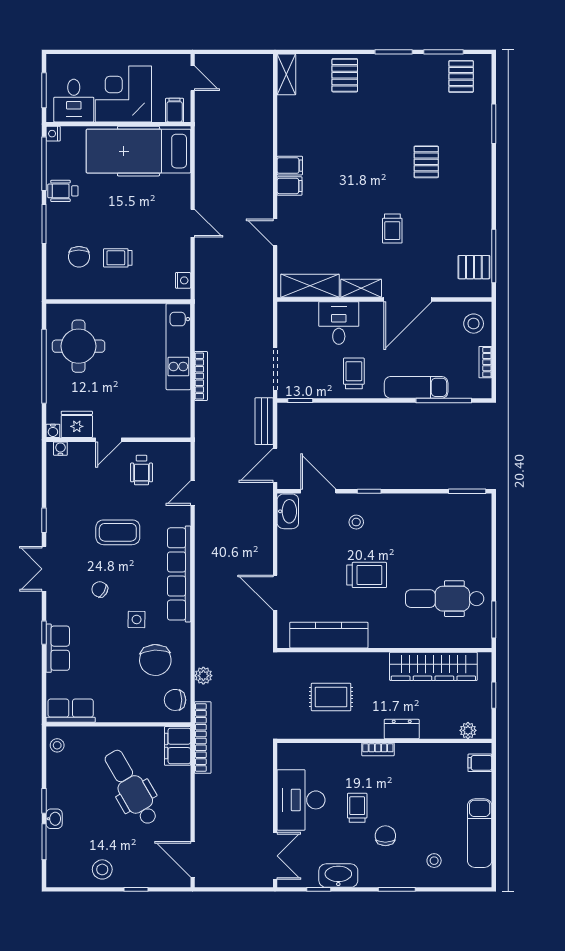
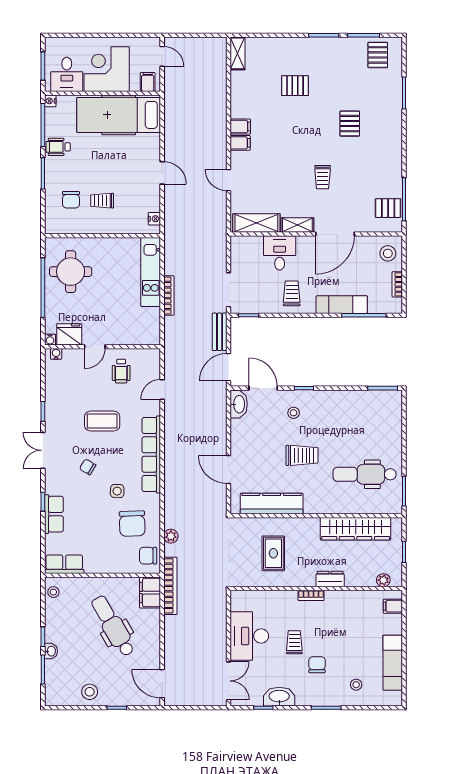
pallet: (345, 75) -> (295, 86), moved, turned 90
rug: (331, 697) -> (273, 553), turned 90

